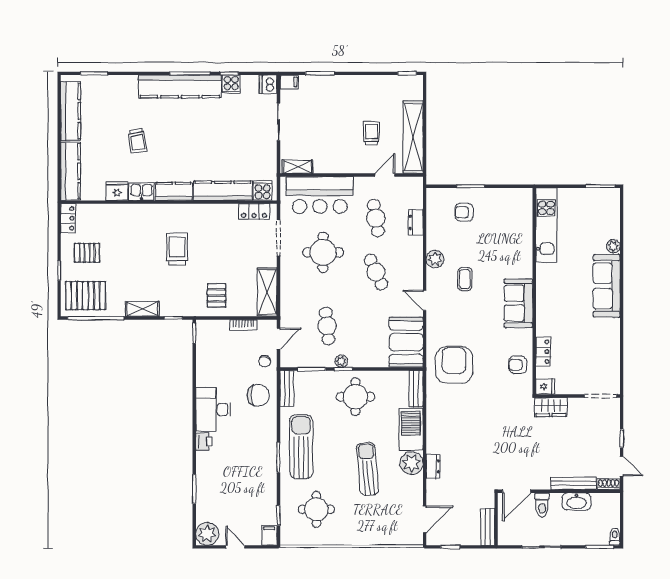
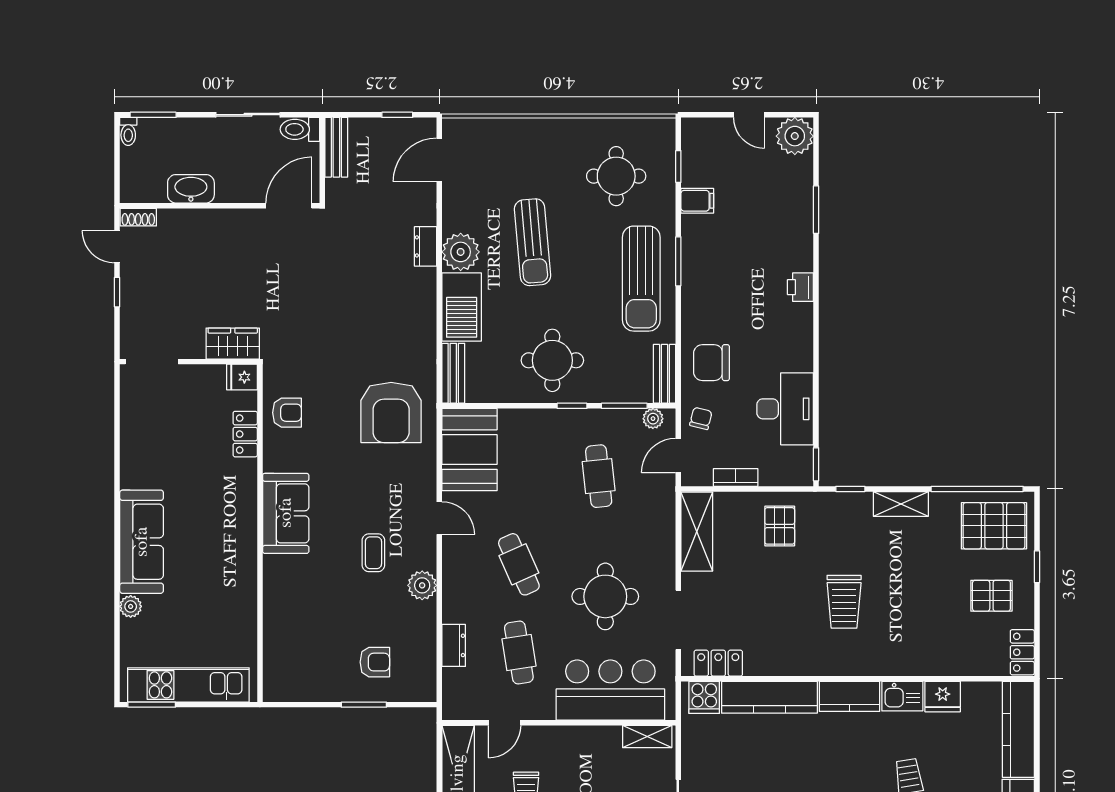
kitchen unit: (546, 225) -> (188, 685), moved, turned 90
plant: (341, 361) -> (653, 419), moved
desk: (213, 410) -> (785, 409), moved
bench: (574, 483) -> (196, 219), removed
toilet: (542, 505) -> (300, 129), moved, turned -90
filing cabinet: (269, 535) -> (697, 201), moved, turned -90

